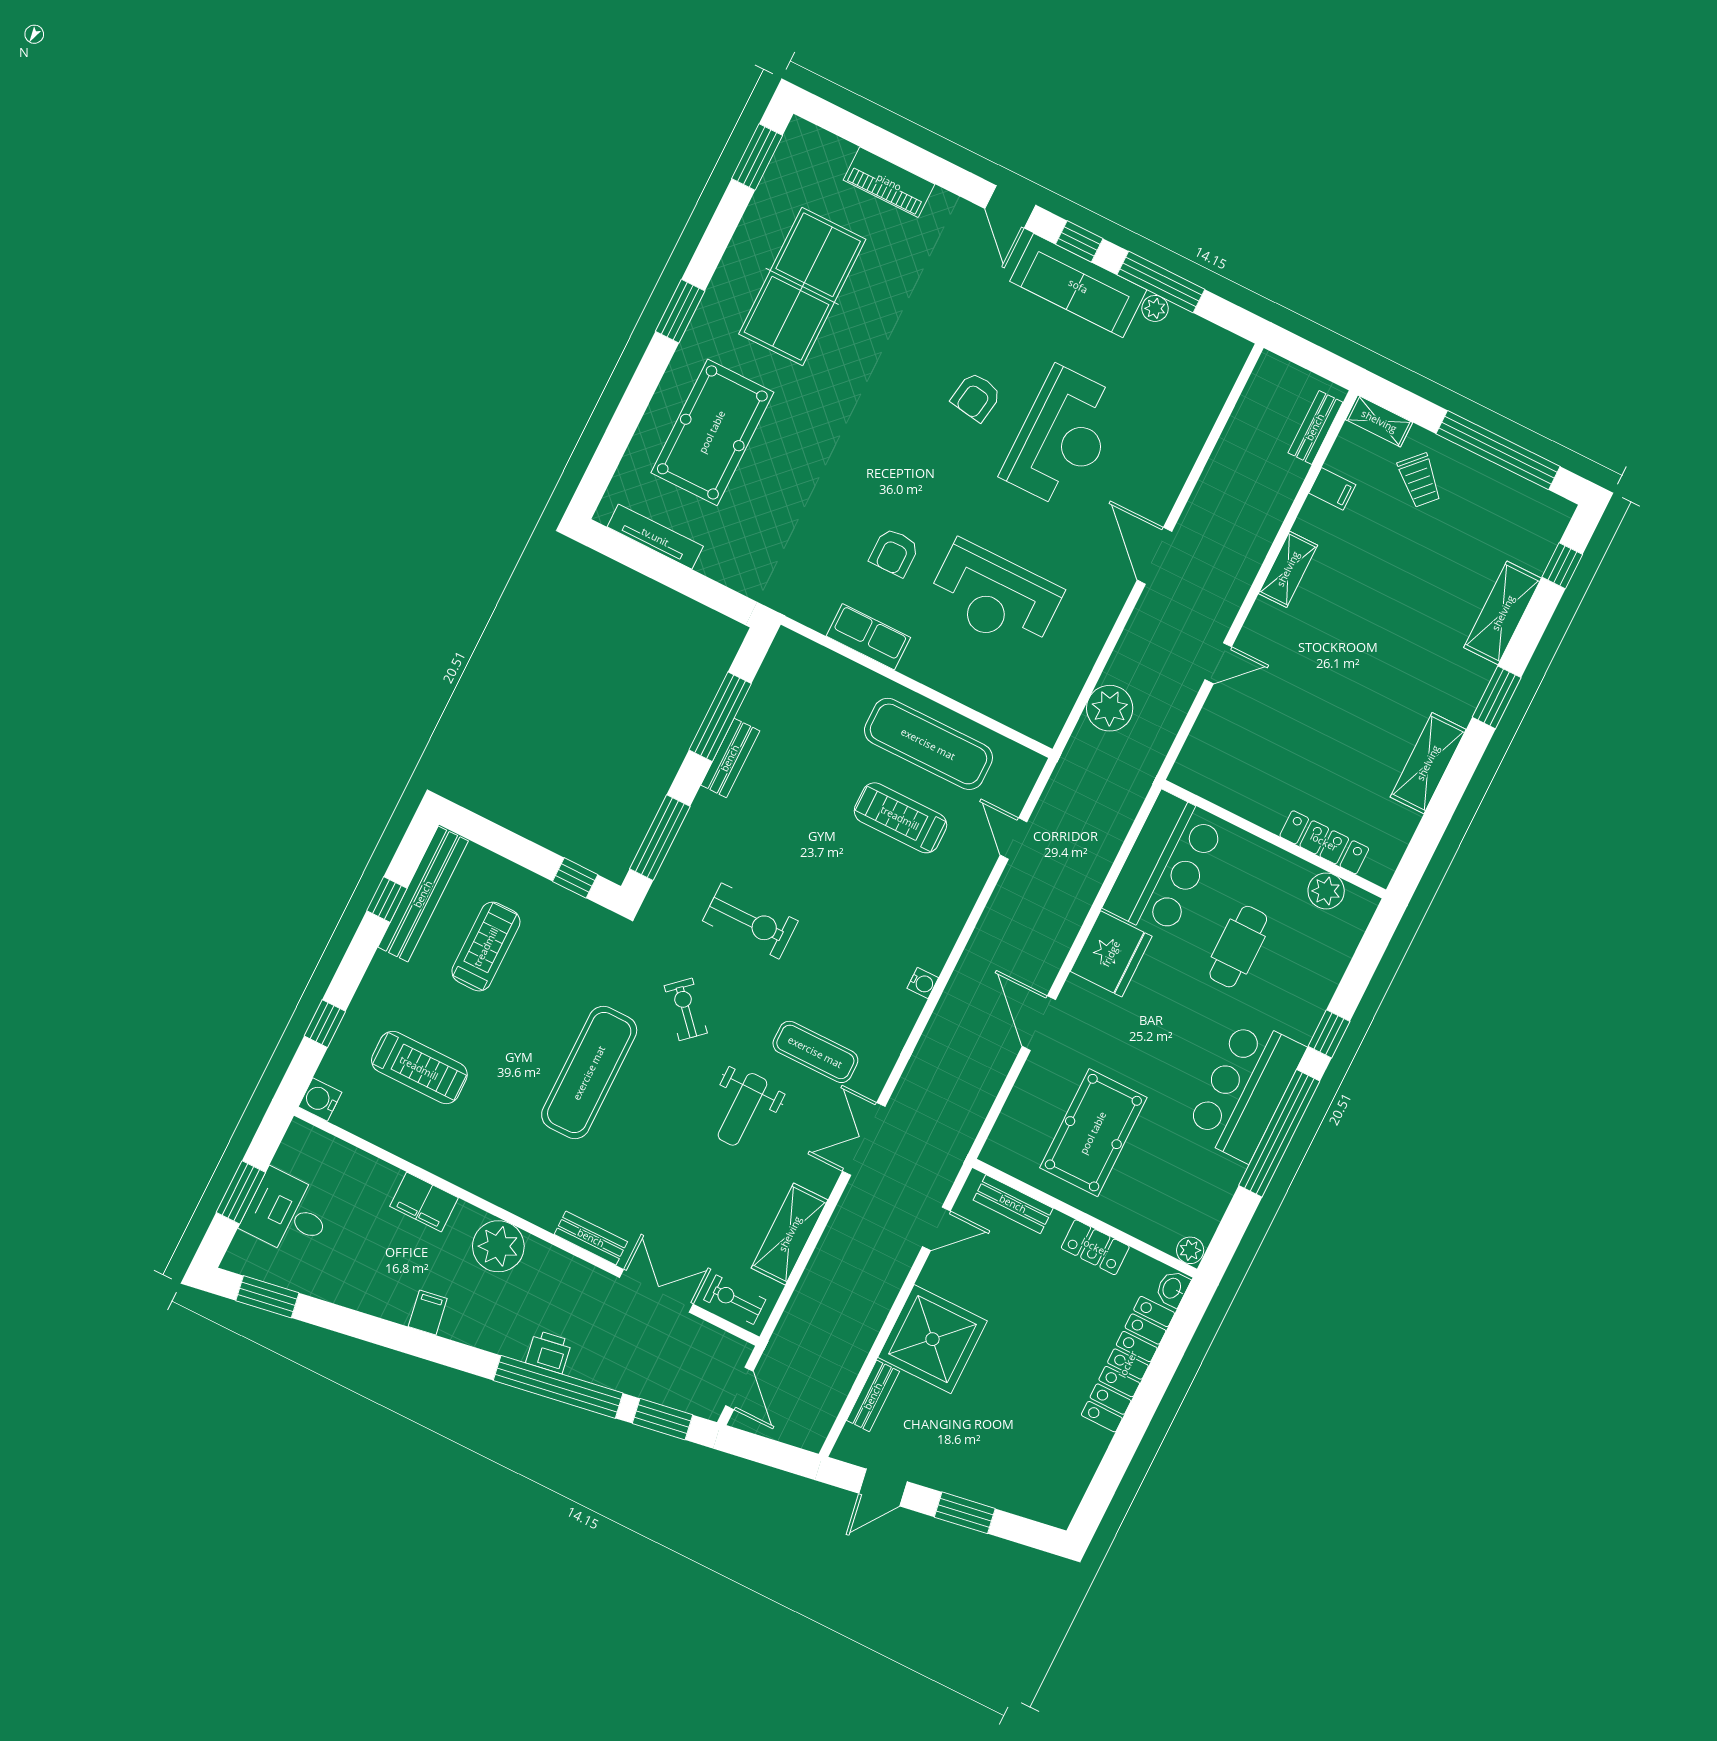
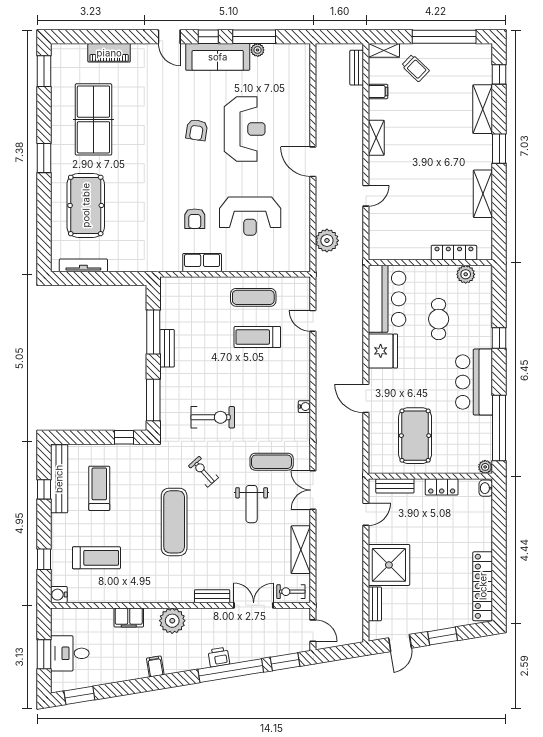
exercise mat: (928, 744) -> (253, 297), width x0.73, depth x0.69
window: (1279, 1133) -> (499, 428), moved
locker: (1128, 1364) -> (483, 586), moved

